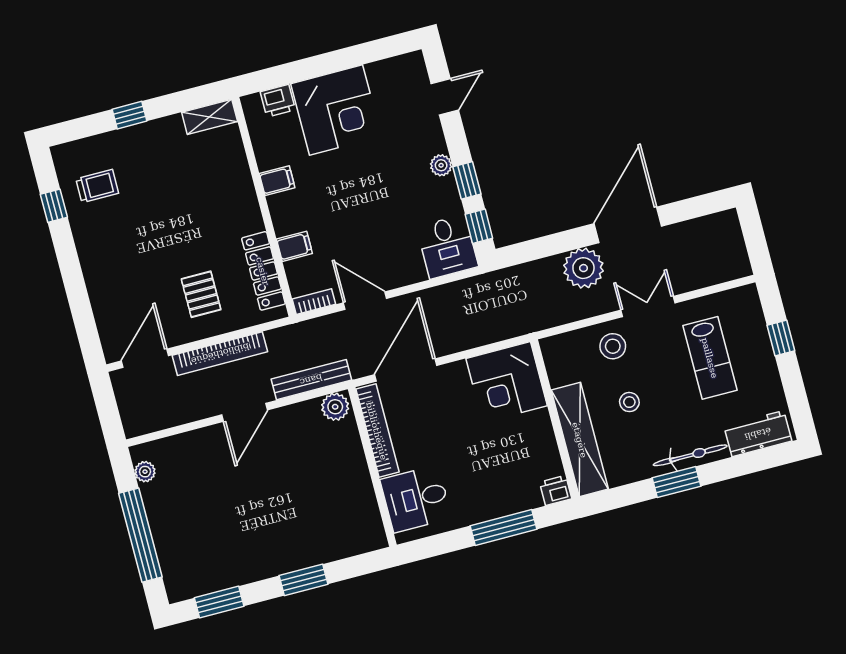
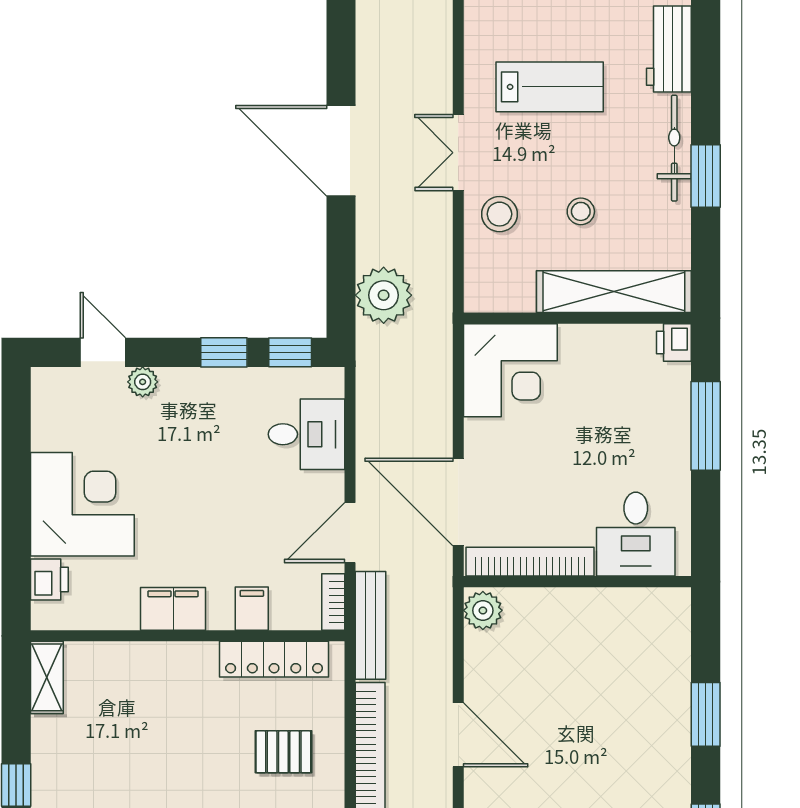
plant: (441, 165) -> (143, 382), moved
filing cabinet: (277, 181) -> (173, 609), width x2.00
desk: (447, 247) -> (306, 434), moved
plant: (583, 268) -> (384, 295), moved
bench: (311, 380) -> (371, 625), moved

